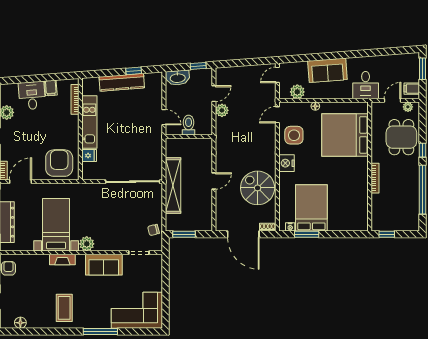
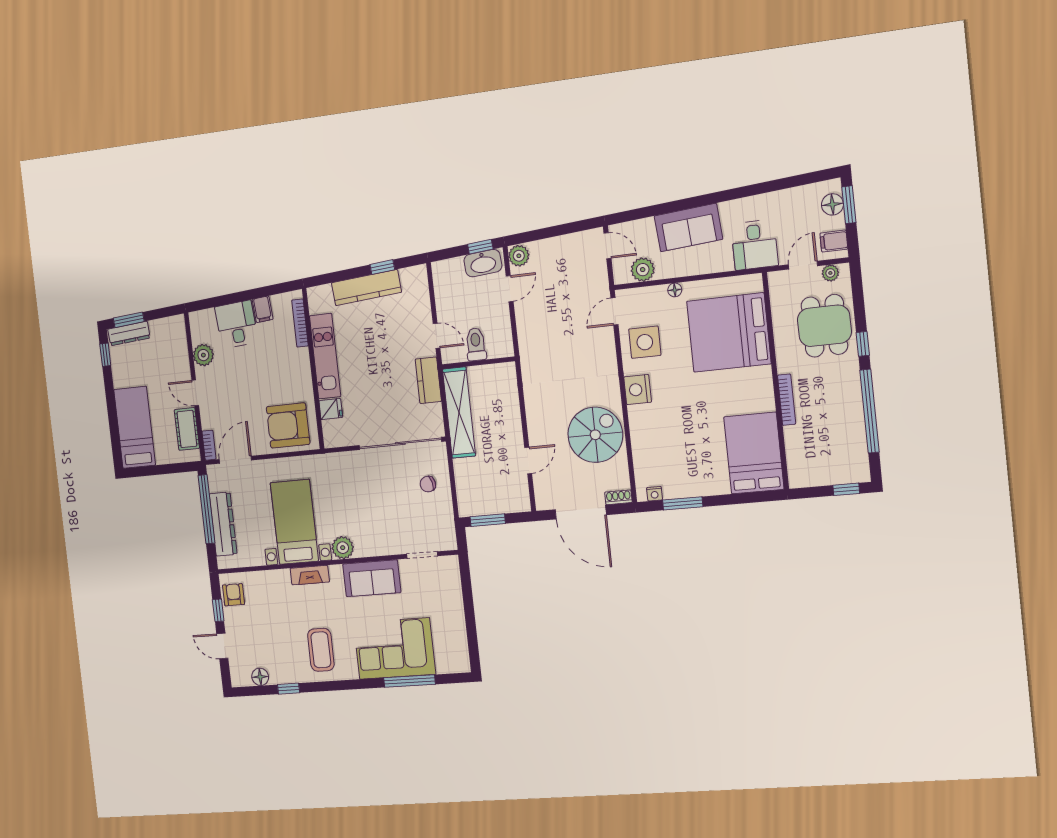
floor lamp: (413, 67) -> (832, 204), added
door: (277, 75) -> (608, 246), swing flipped
washbasin: (178, 78) -> (483, 263), moved
plant: (222, 110) -> (519, 256), moved
kitchen counter: (155, 144) -> (428, 380), added
armchair: (59, 163) -> (288, 425), turned -90
door: (214, 181) -> (528, 460), moved
shelving: (173, 186) -> (459, 413), moved
spiral stairs: (258, 188) -> (595, 435), turned 90
bed: (311, 208) -> (754, 453), moved
chair: (153, 230) -> (428, 484), moved
window: (387, 234) -> (846, 489), moved
corner sofa: (137, 310) -> (394, 648), moved
window: (39, 332) -> (289, 689), added
window: (100, 332) -> (409, 681), moved

